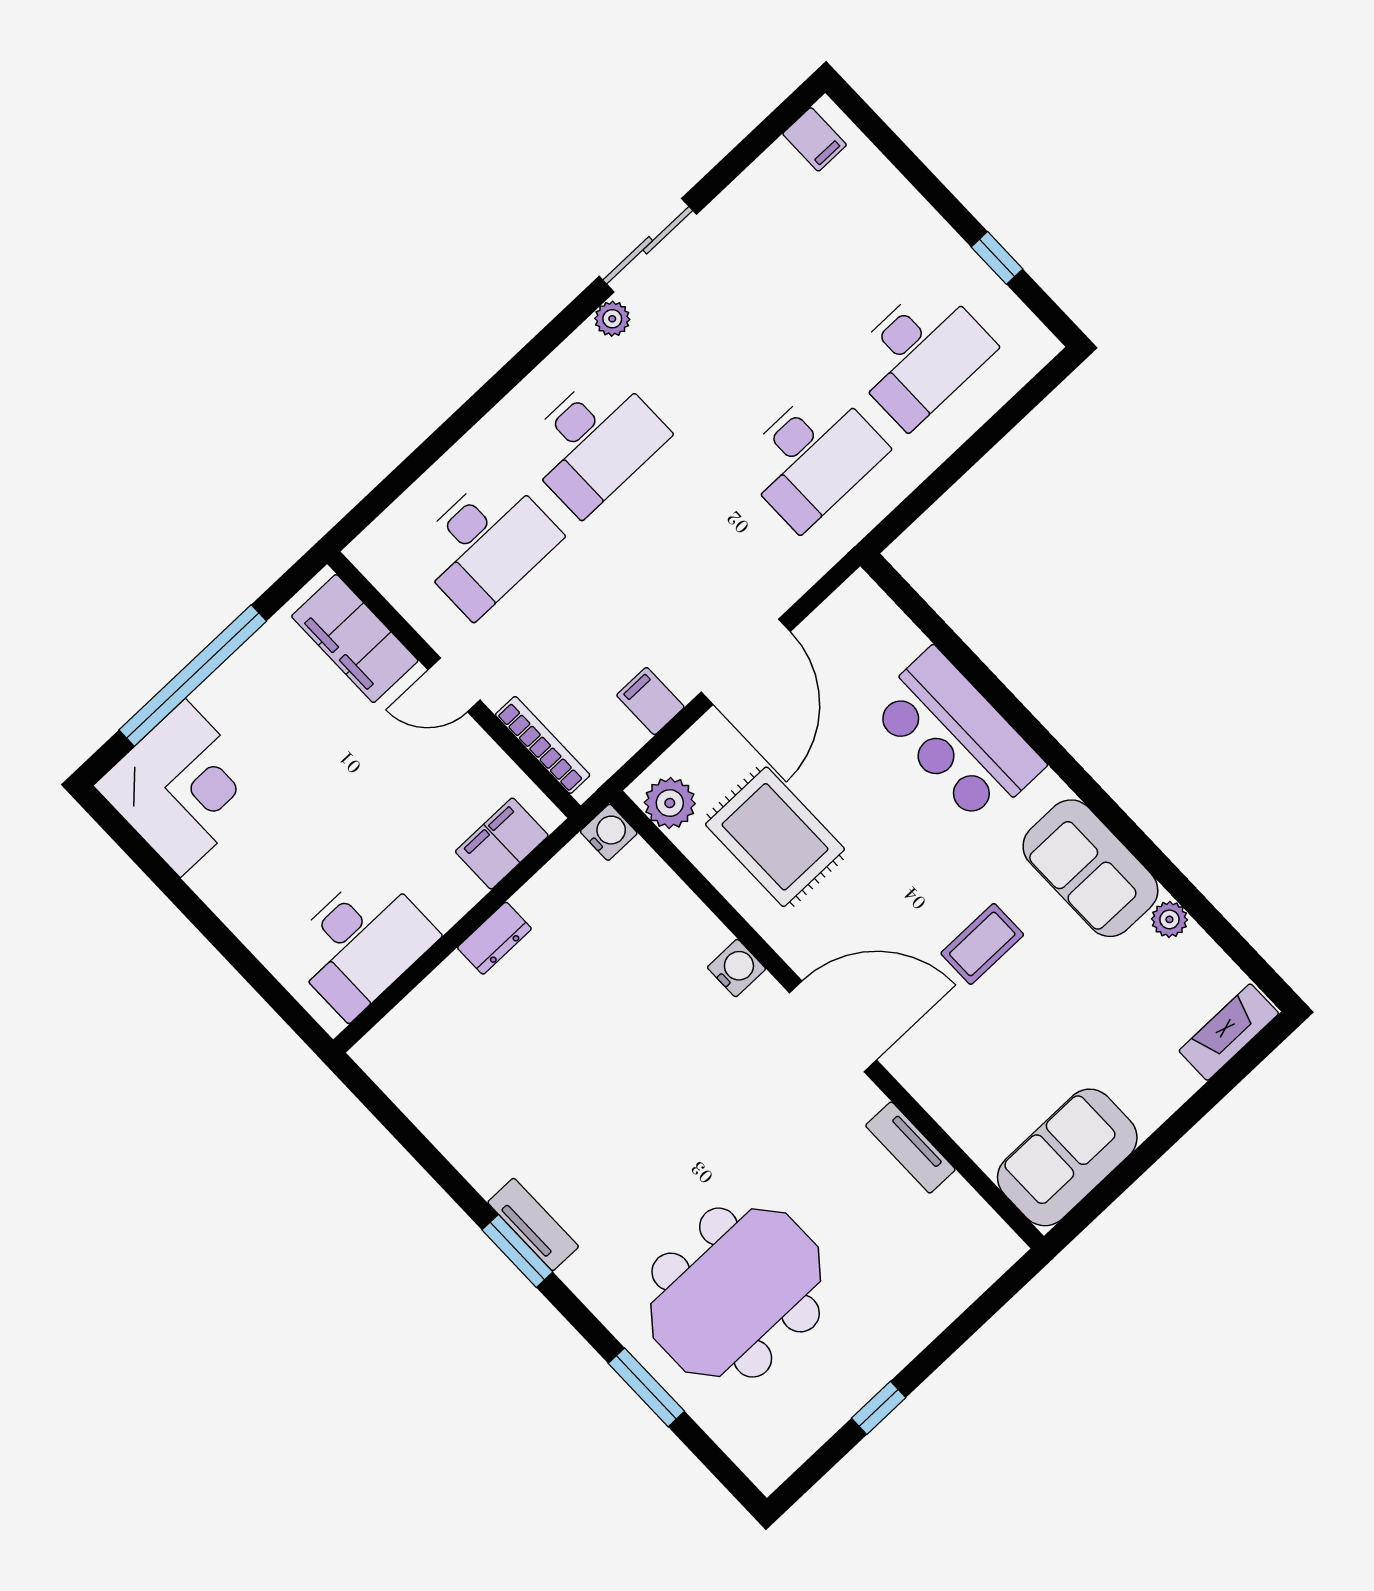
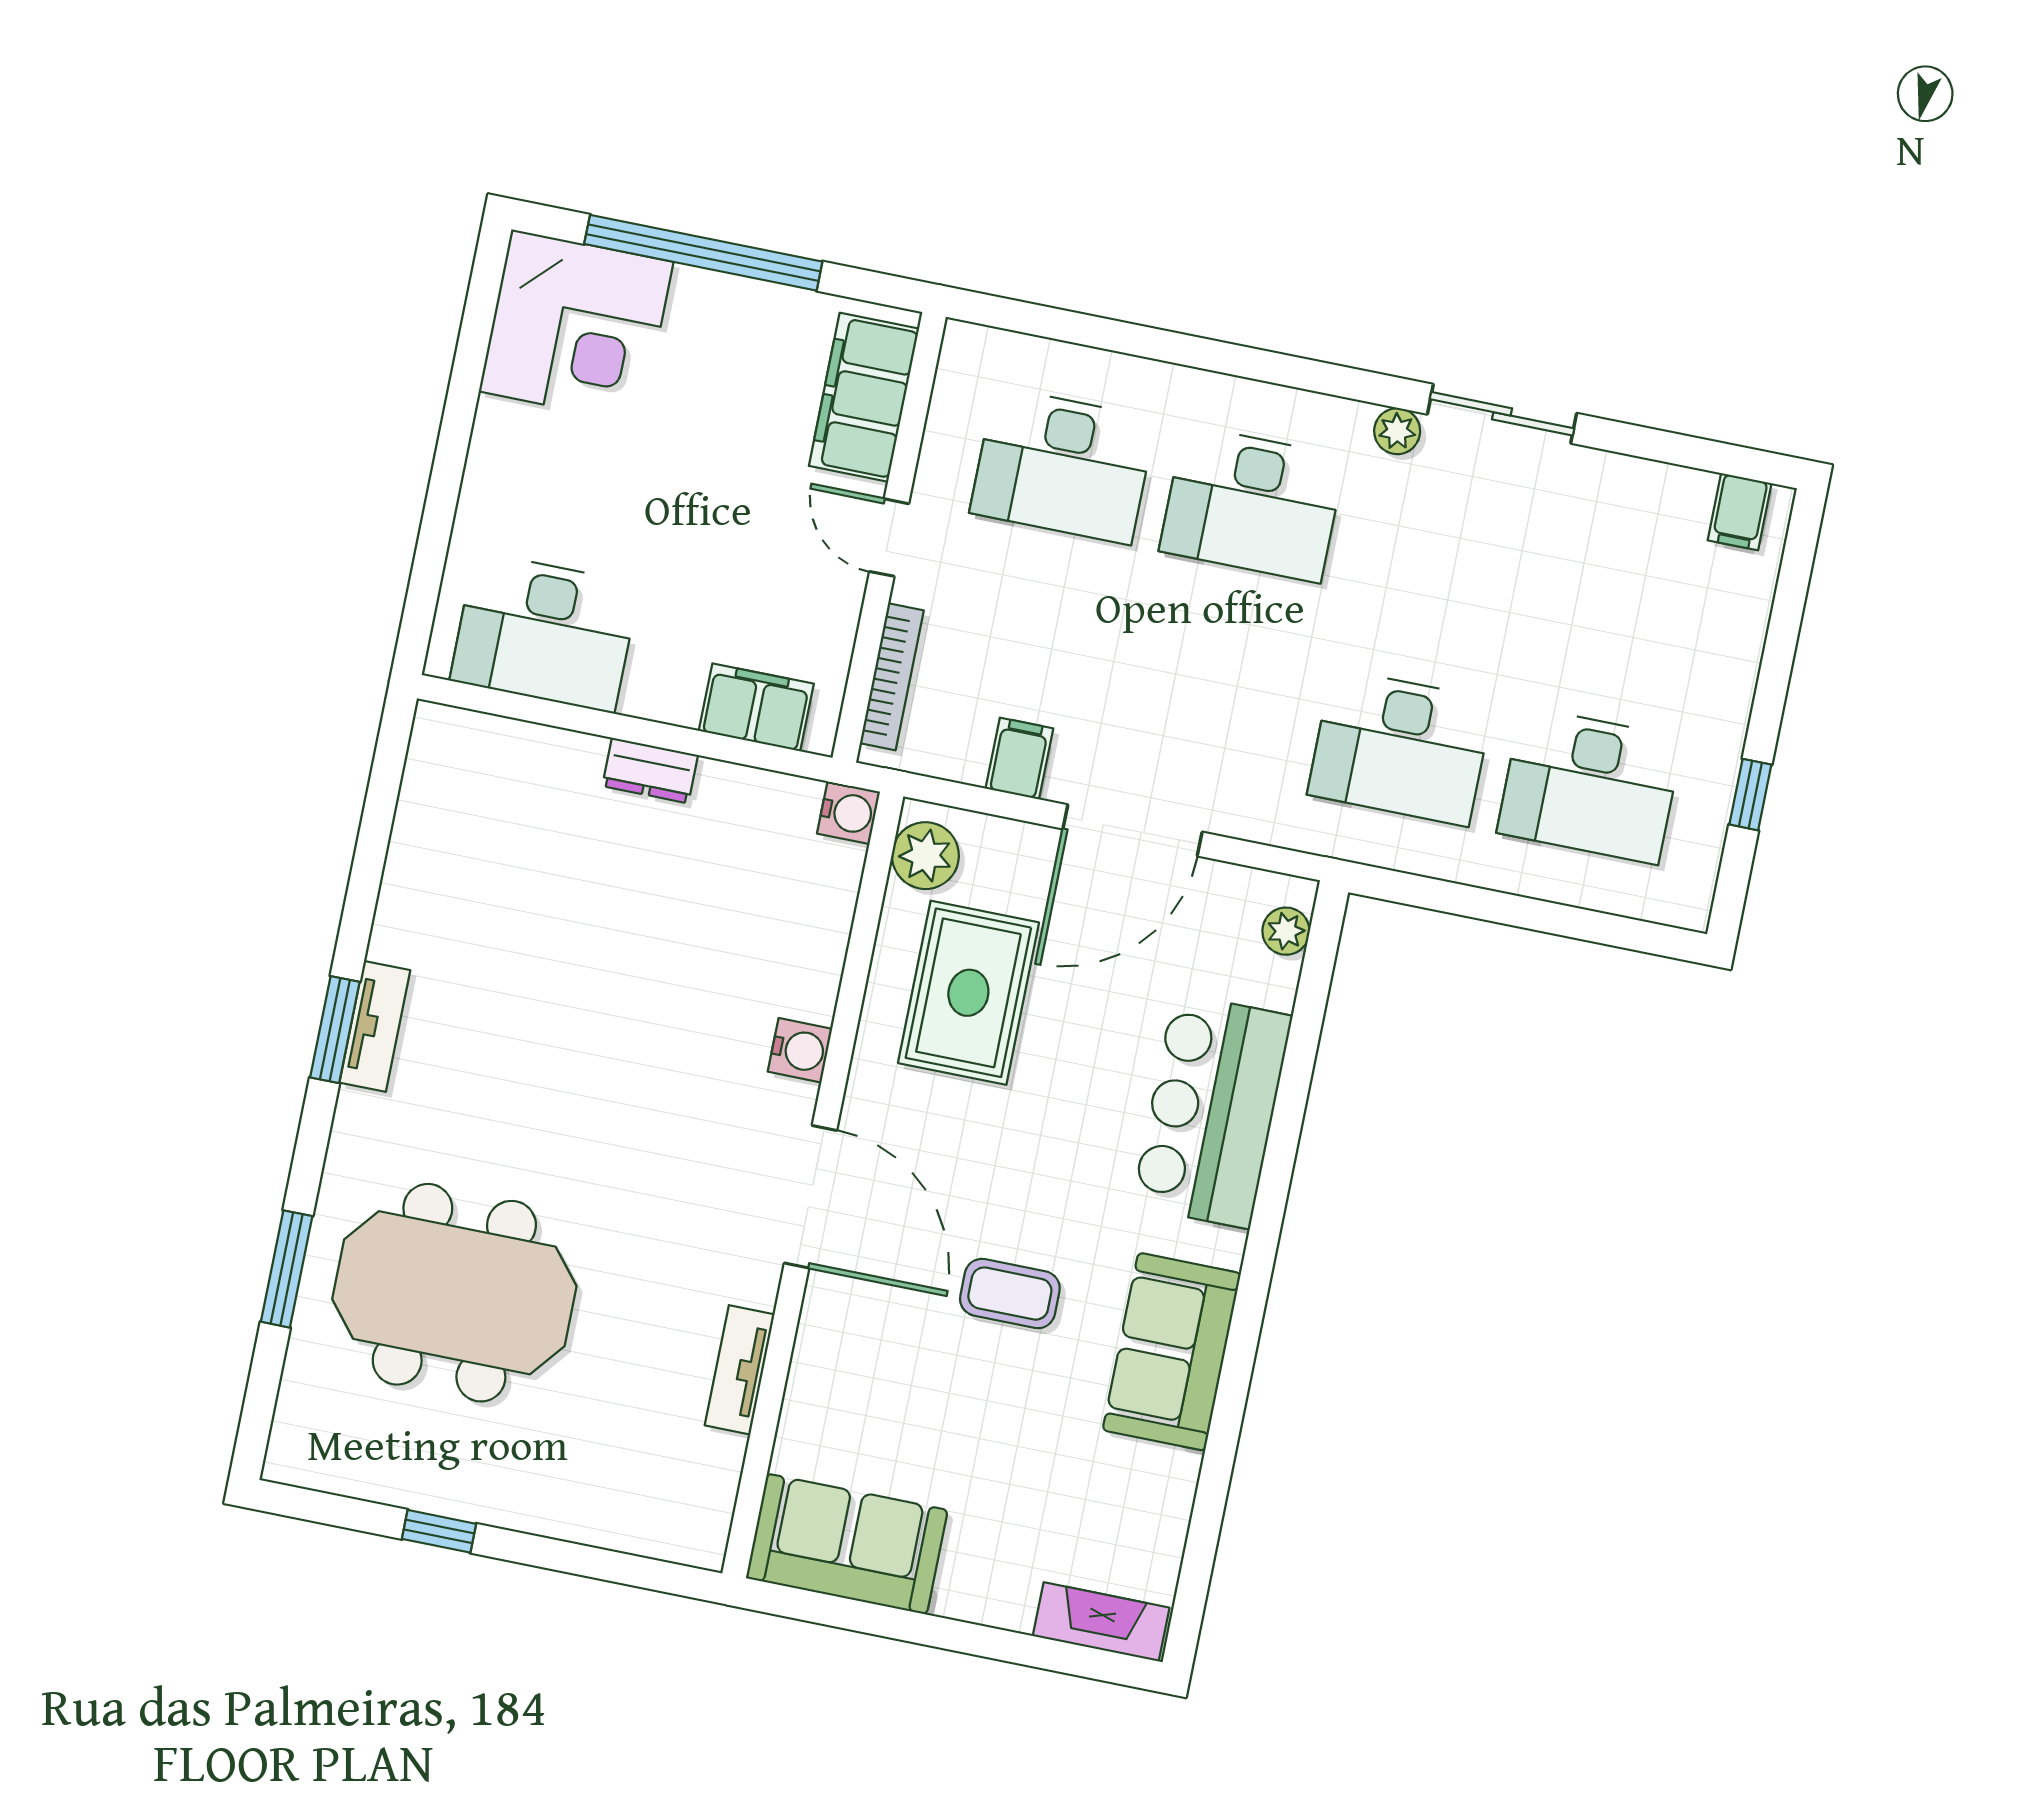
plant: (1169, 919) -> (1286, 931), moved

